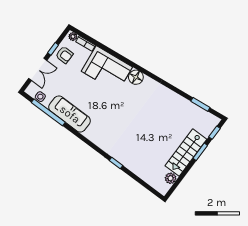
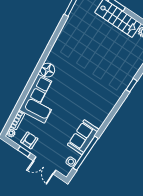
double door: (38, 69) -> (45, 165), swing flipped
sofa: (70, 114) -> (83, 137), width x0.73

